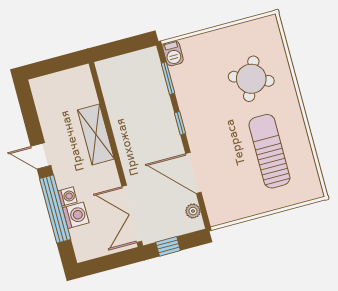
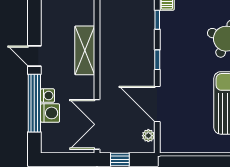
window: (168, 78) -> (157, 20), width x0.67

